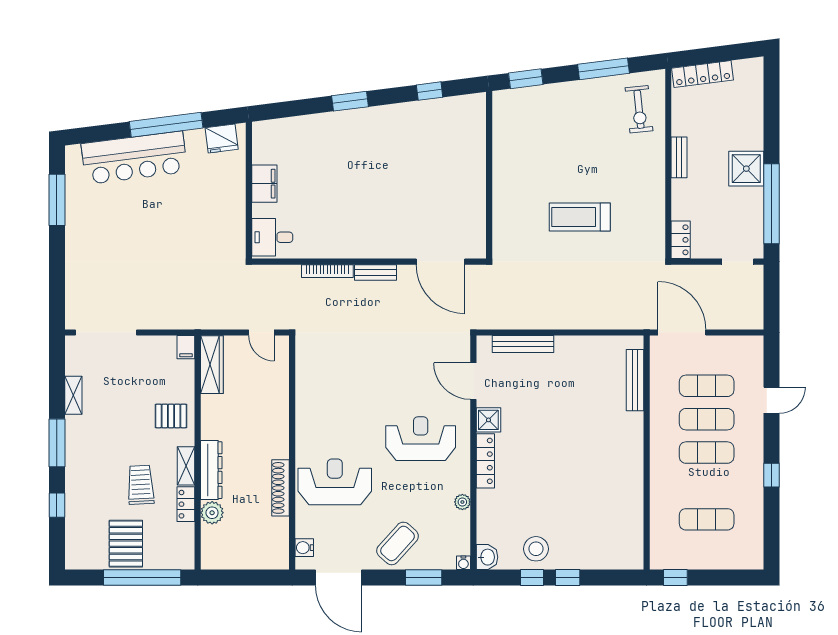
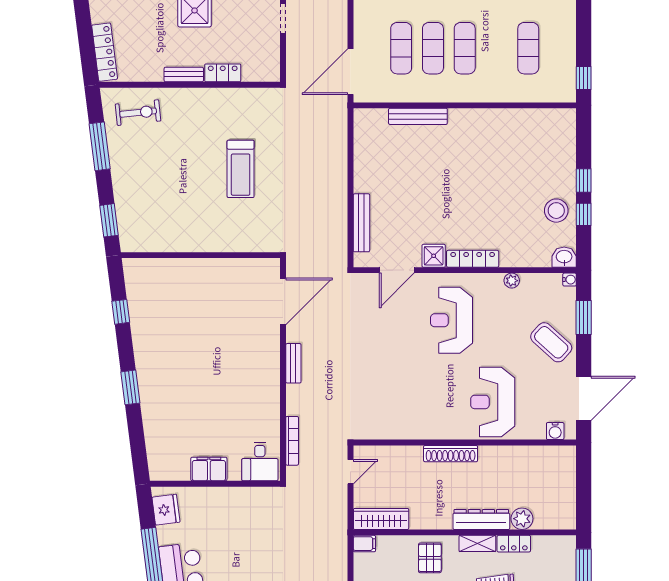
locker: (681, 240) -> (223, 73), moved
bookcase: (327, 271) -> (292, 441), moved
bench: (635, 380) -> (418, 116), moved
shoe rack: (281, 488) -> (451, 454), moved

